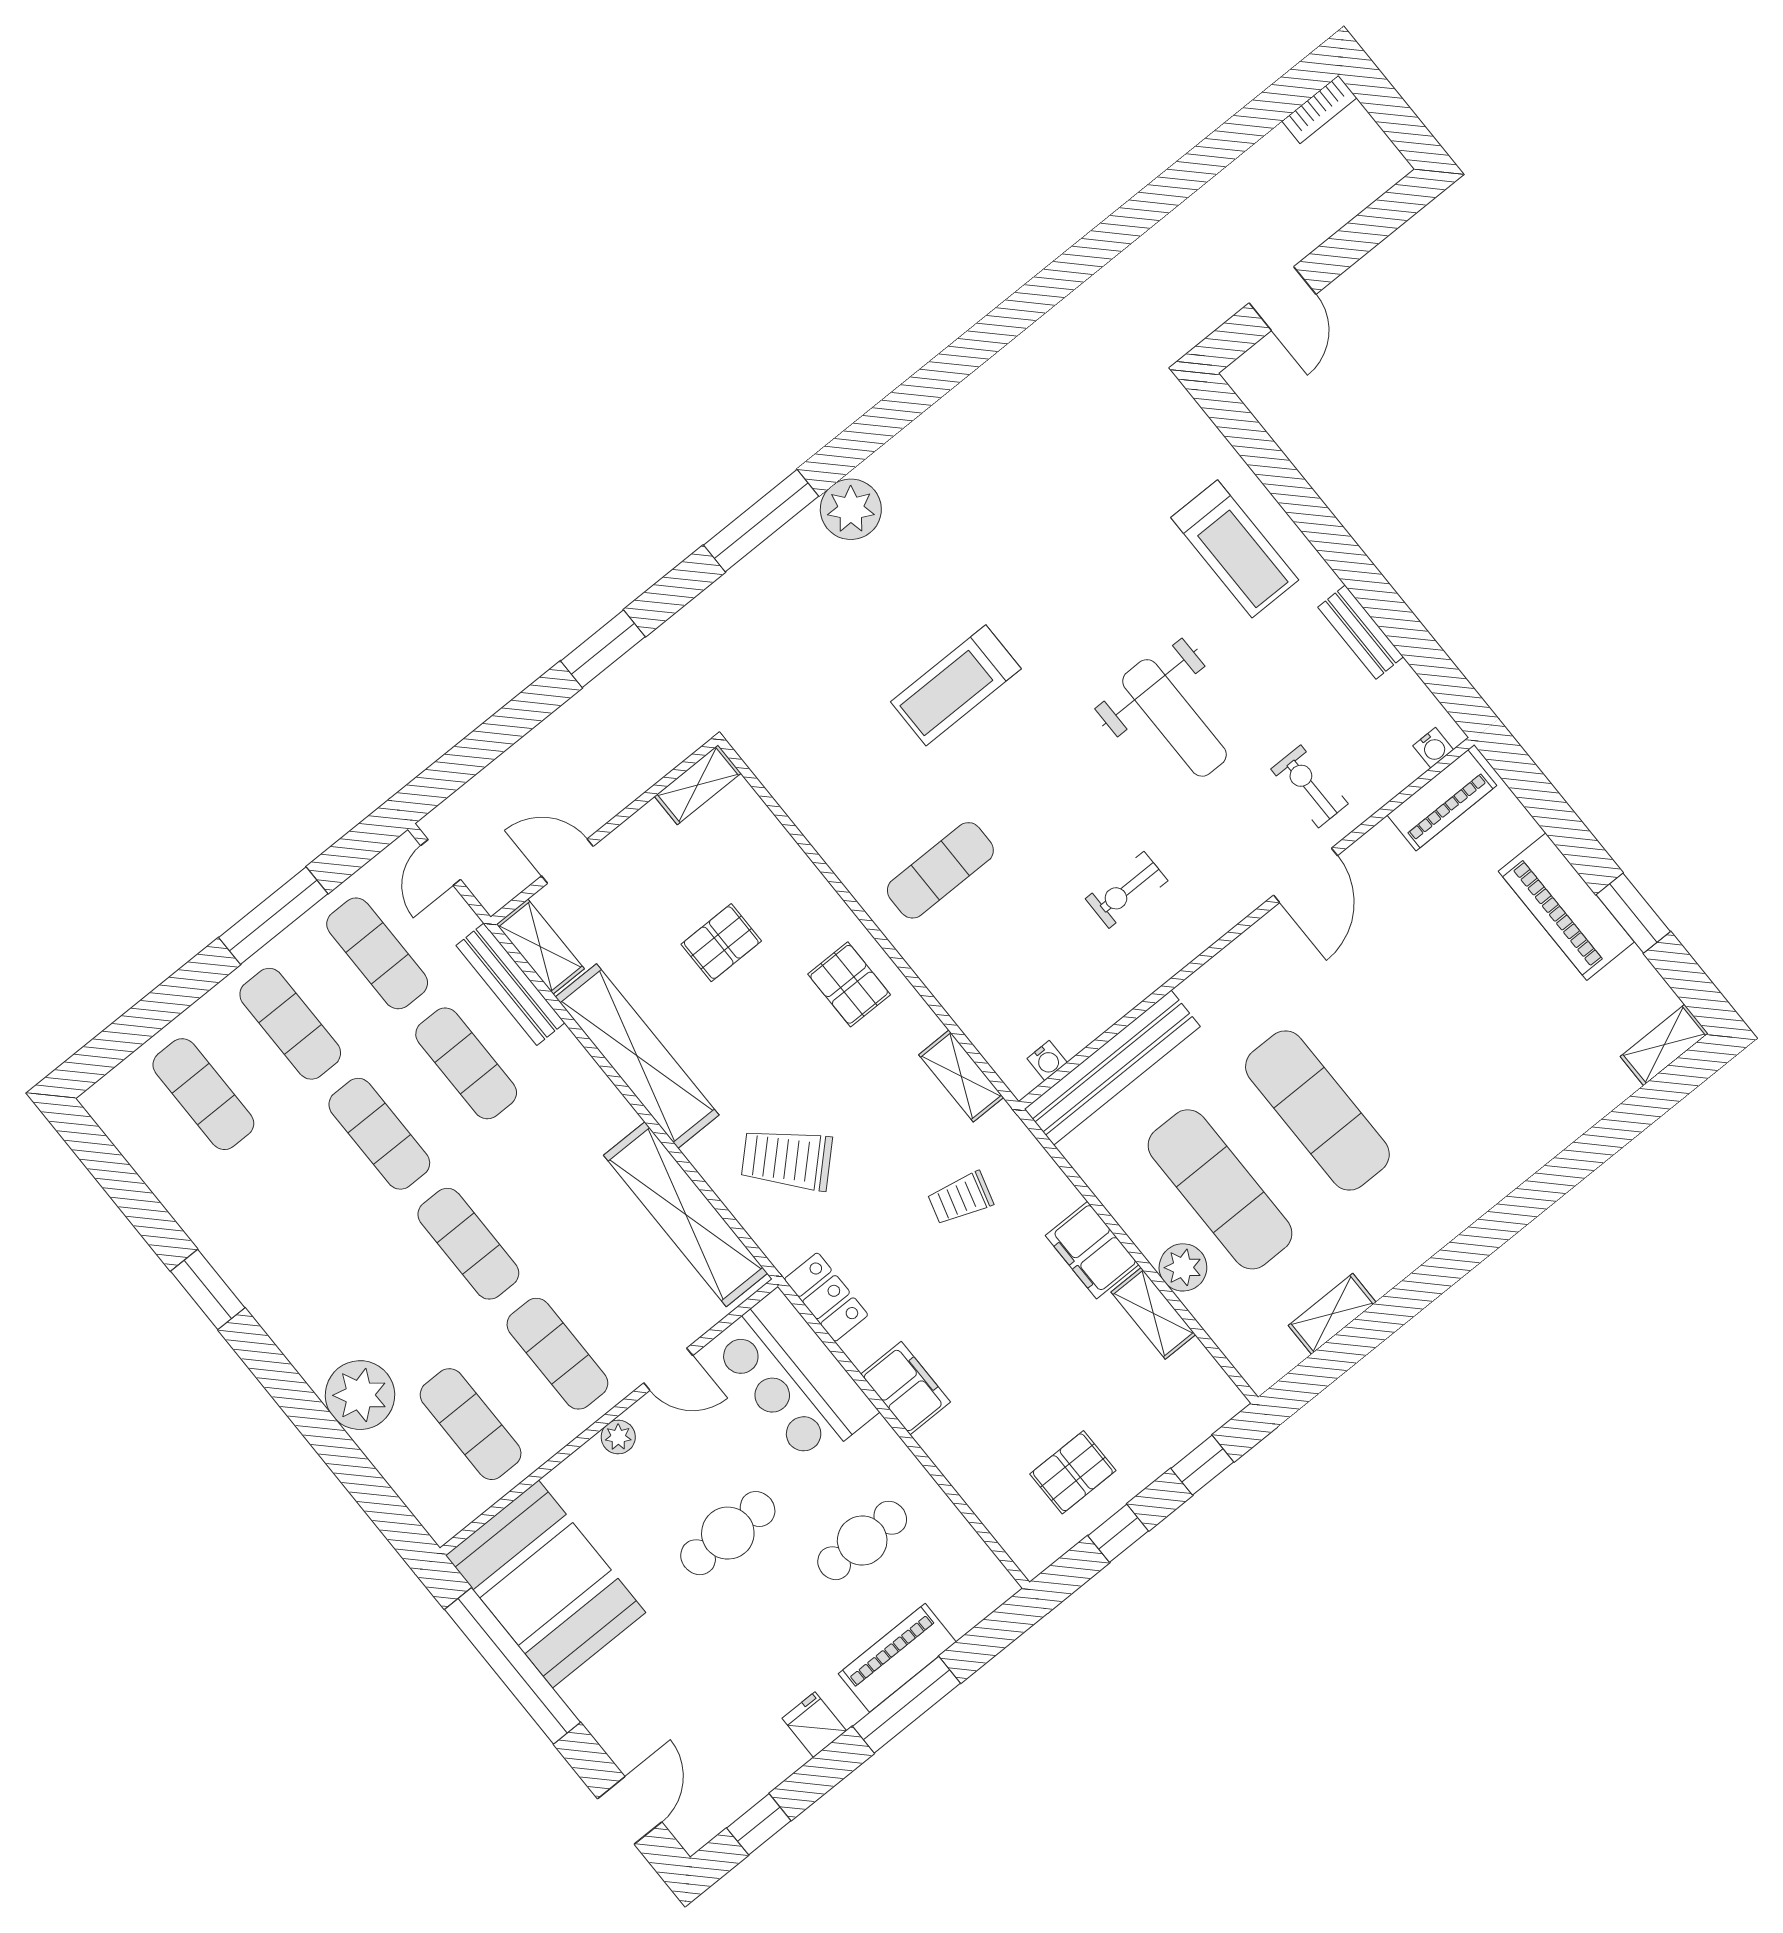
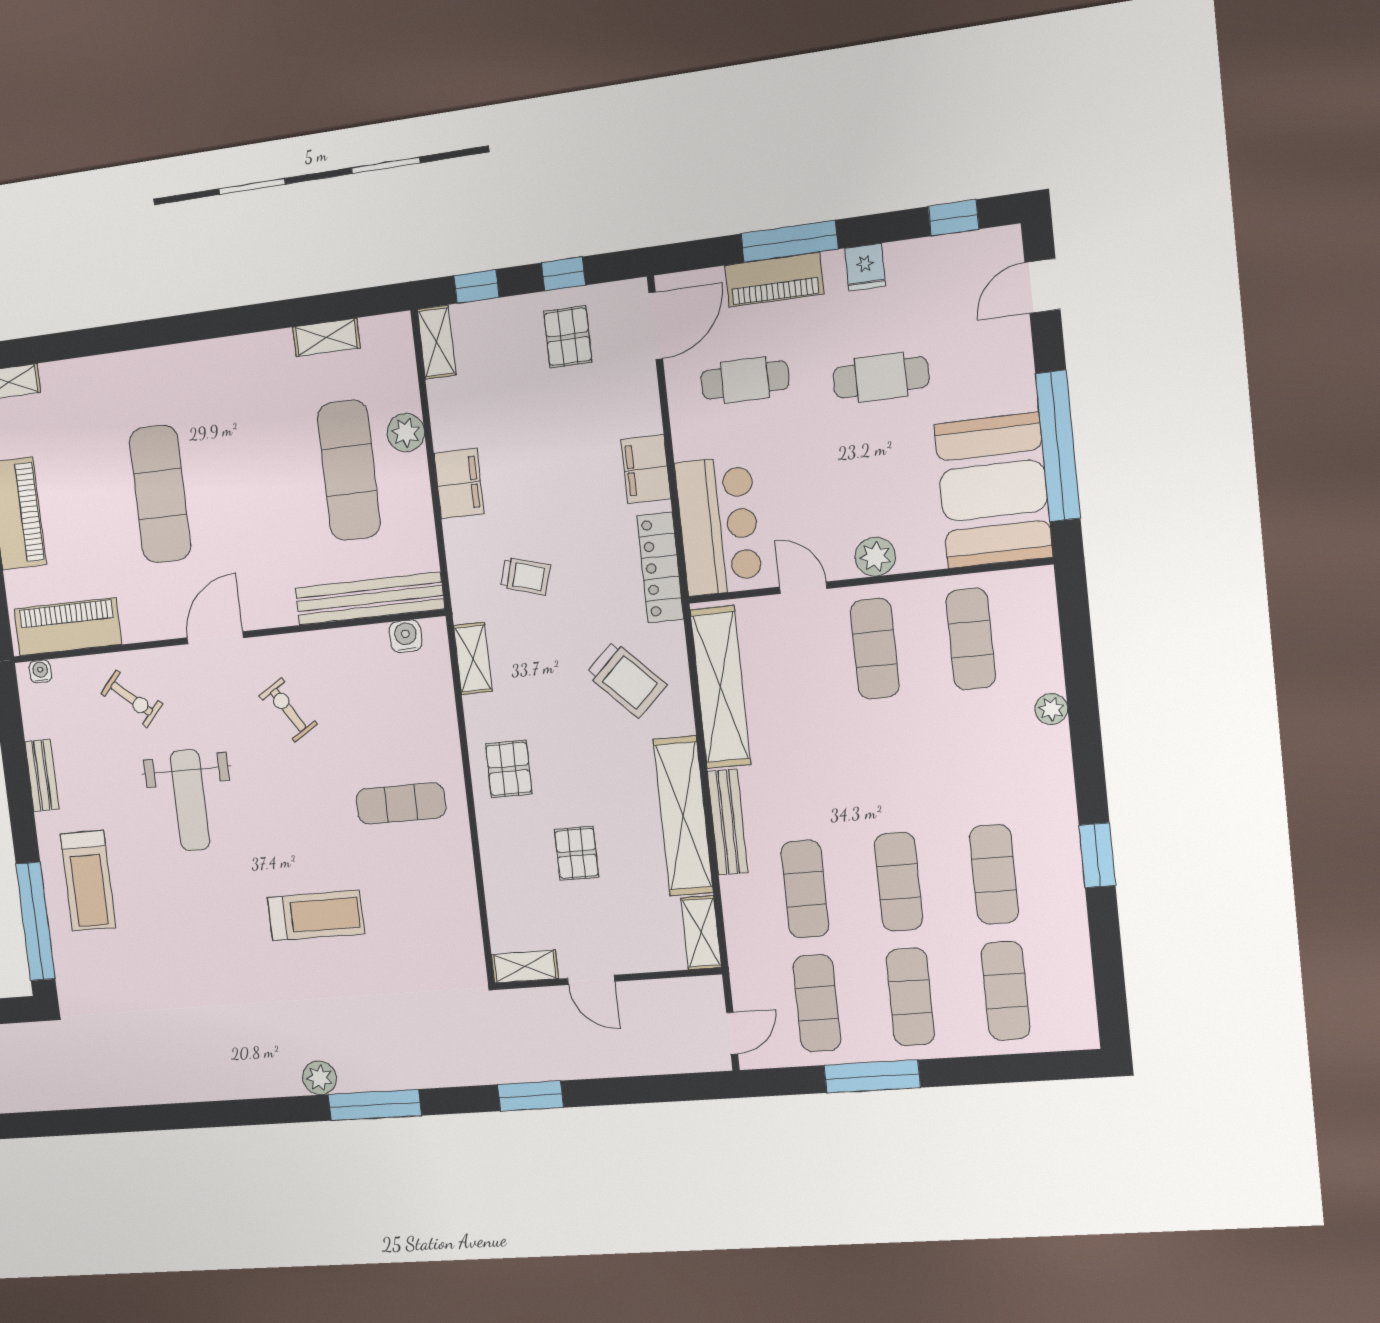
window: (1267, 461) -> (36, 921), added
plant: (851, 509) -> (320, 1078), width x0.73, depth x0.73
treadmill: (1235, 549) -> (88, 881), turned 180
weight bench: (1174, 718) -> (190, 800), turned 180
exercise bike: (1310, 786) -> (132, 699), turned -49
piano: (1442, 800) -> (68, 627), width x1.37, depth x1.33
door: (567, 861) -> (591, 980), moved
door: (1305, 875) -> (215, 638), moved
exercise bike: (1127, 890) -> (288, 710), turned -122
pallet: (721, 943) -> (577, 853), turned 90
bench: (510, 984) -> (728, 822), moved
water cooler: (1047, 1061) -> (406, 636), width x1.38, depth x1.38
exercise mat: (1317, 1110) -> (160, 494), moved
exercise mat: (468, 1244) -> (994, 874), moved
locker: (826, 1297) -> (660, 567), width x1.53
shelving: (1153, 1313) -> (437, 342), moved
plant: (360, 1395) -> (1051, 709), width x0.53, depth x0.53
plant: (618, 1437) -> (875, 557), width x1.38, depth x1.38
pallet: (1073, 1472) -> (568, 337), turned 90
cafe table: (728, 1533) -> (881, 377), moved
door: (988, 1539) -> (656, 326), added

